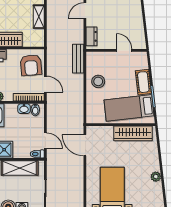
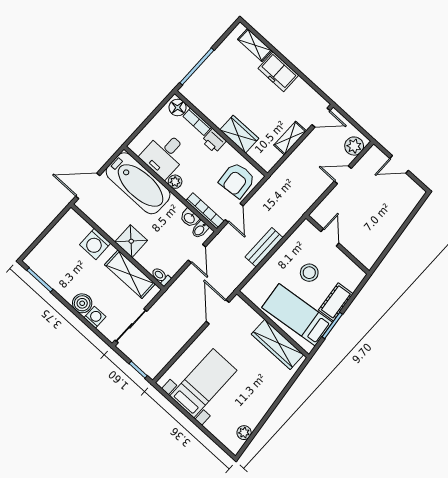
dresser: (91, 36) -> (325, 207), removed
door: (124, 50) -> (330, 237), moved
bench: (78, 59) -> (264, 247), moved
stool: (98, 81) -> (309, 273), moved
door: (45, 141) -> (197, 254), moved
plant: (156, 177) -> (244, 433), moved

